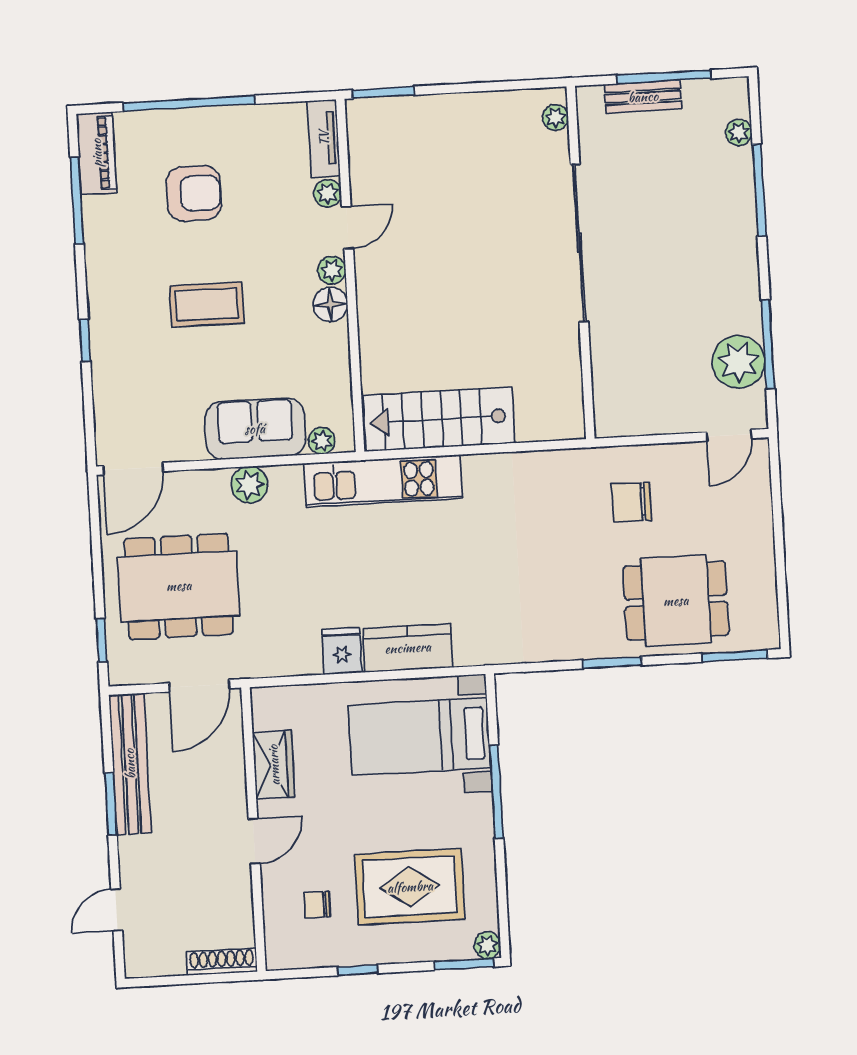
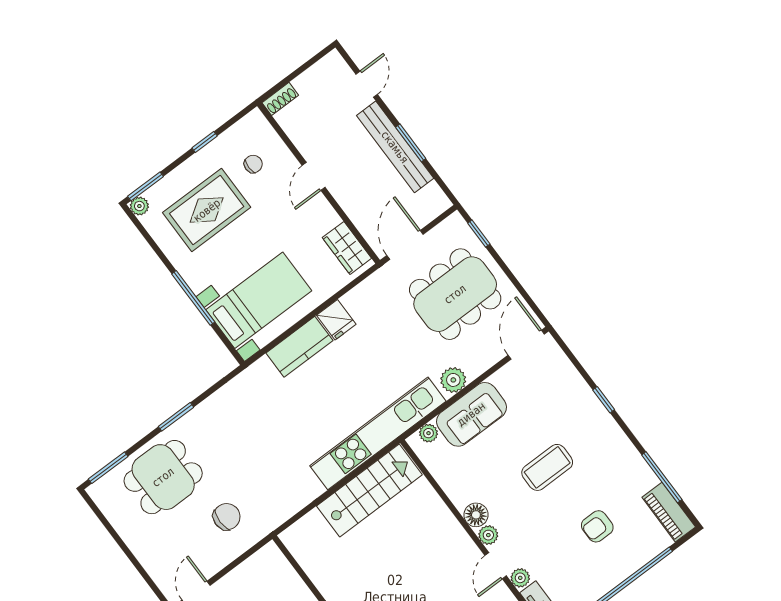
armchair: (194, 193) -> (597, 526), width x0.72, depth x0.72
kitchen unit: (383, 481) -> (378, 433), width x1.36
bench: (130, 764) -> (395, 147), moved
wardrobe: (274, 765) -> (347, 248), moved
shoe rack: (222, 962) -> (280, 99), width x0.70

